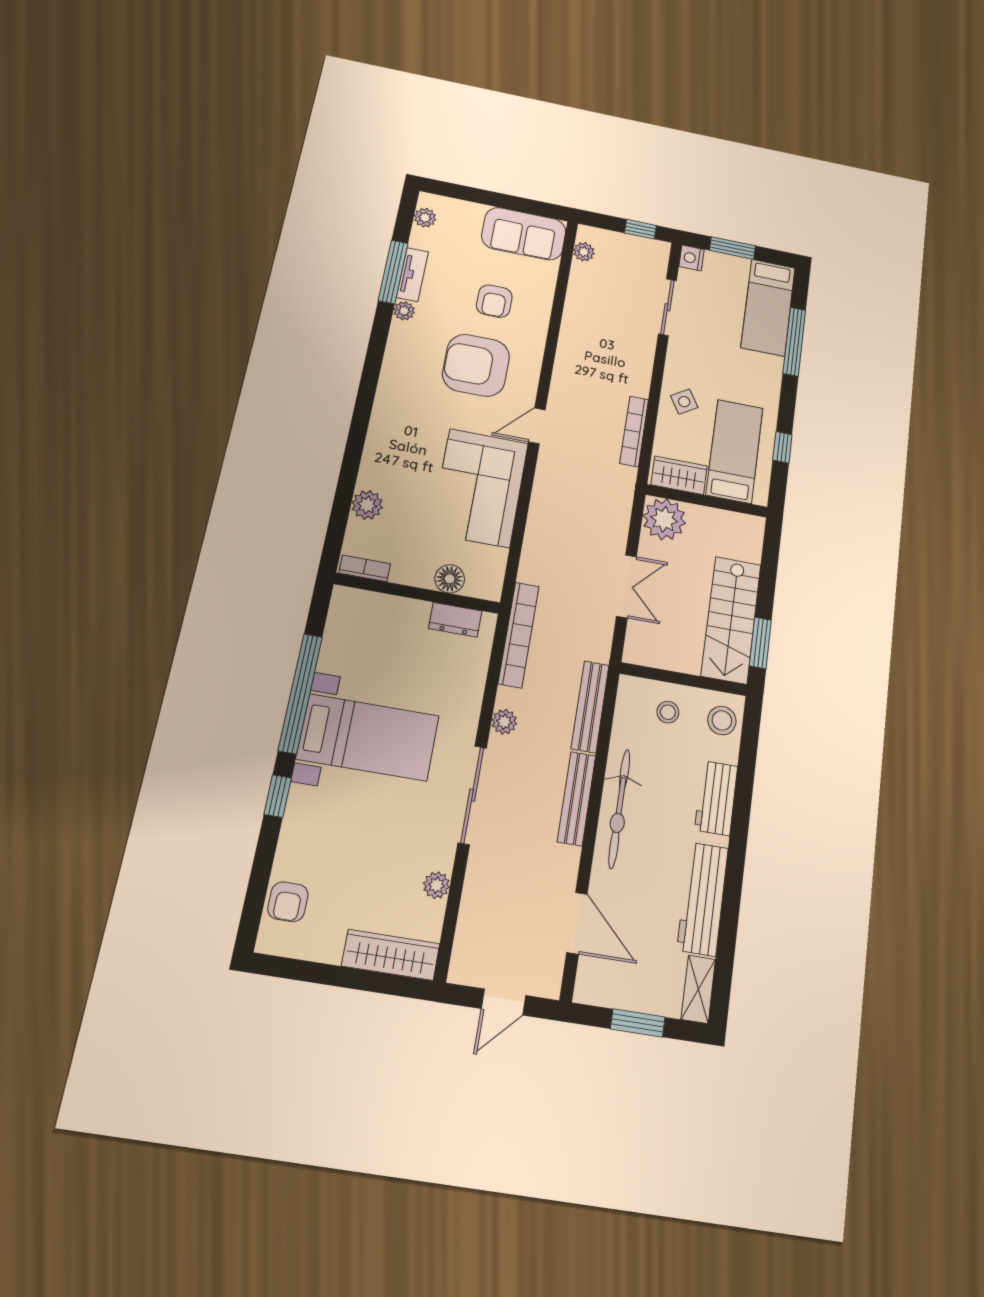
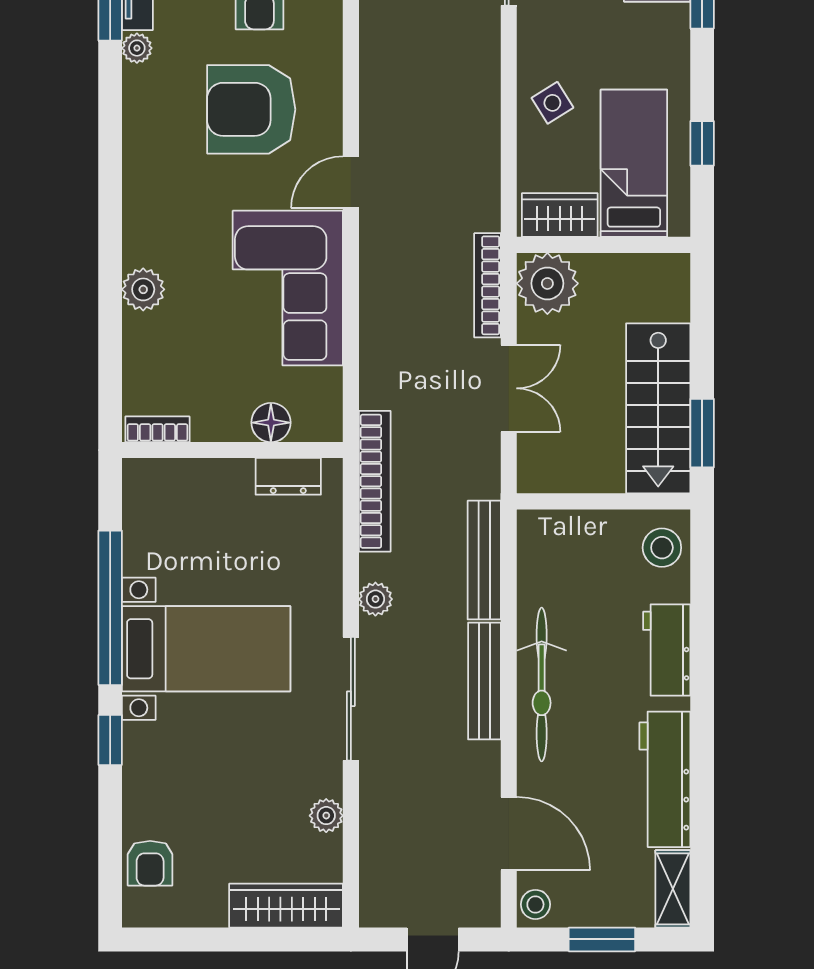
bookcase: (634, 431) -> (488, 285), moved
plant: (367, 505) -> (143, 289), moved
stool: (668, 712) -> (535, 904), moved

